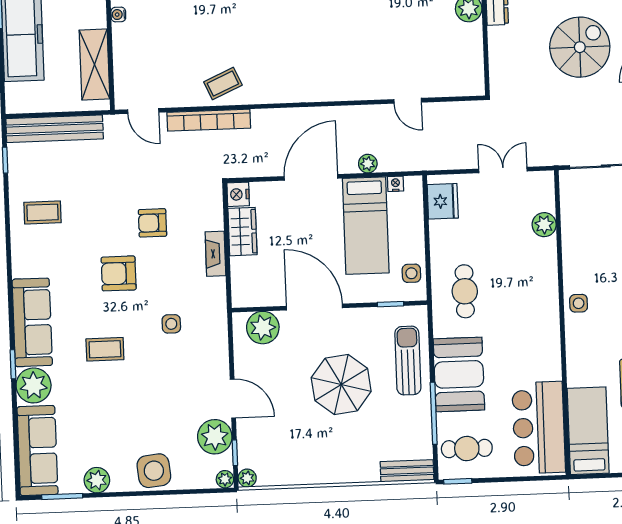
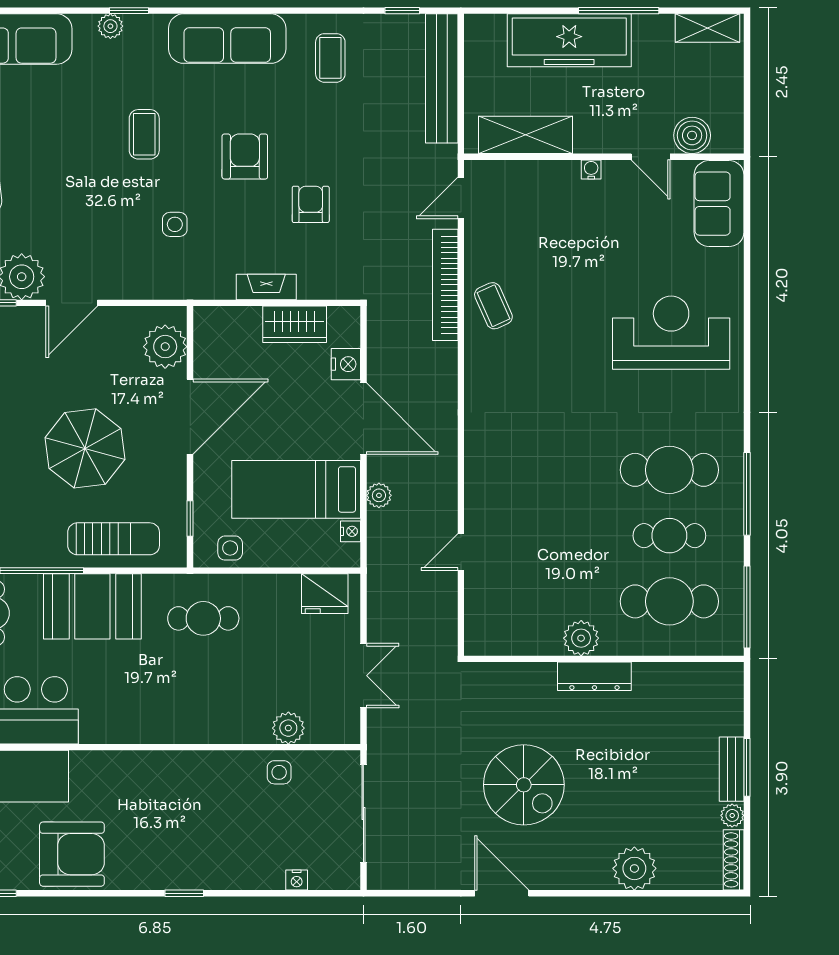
nightstand: (238, 194) -> (346, 364), moved, turned 90
side table: (579, 303) -> (279, 772), moved
sofa: (32, 322) -> (227, 39), moved
plant: (34, 385) -> (110, 26), width x0.53, depth x0.53

